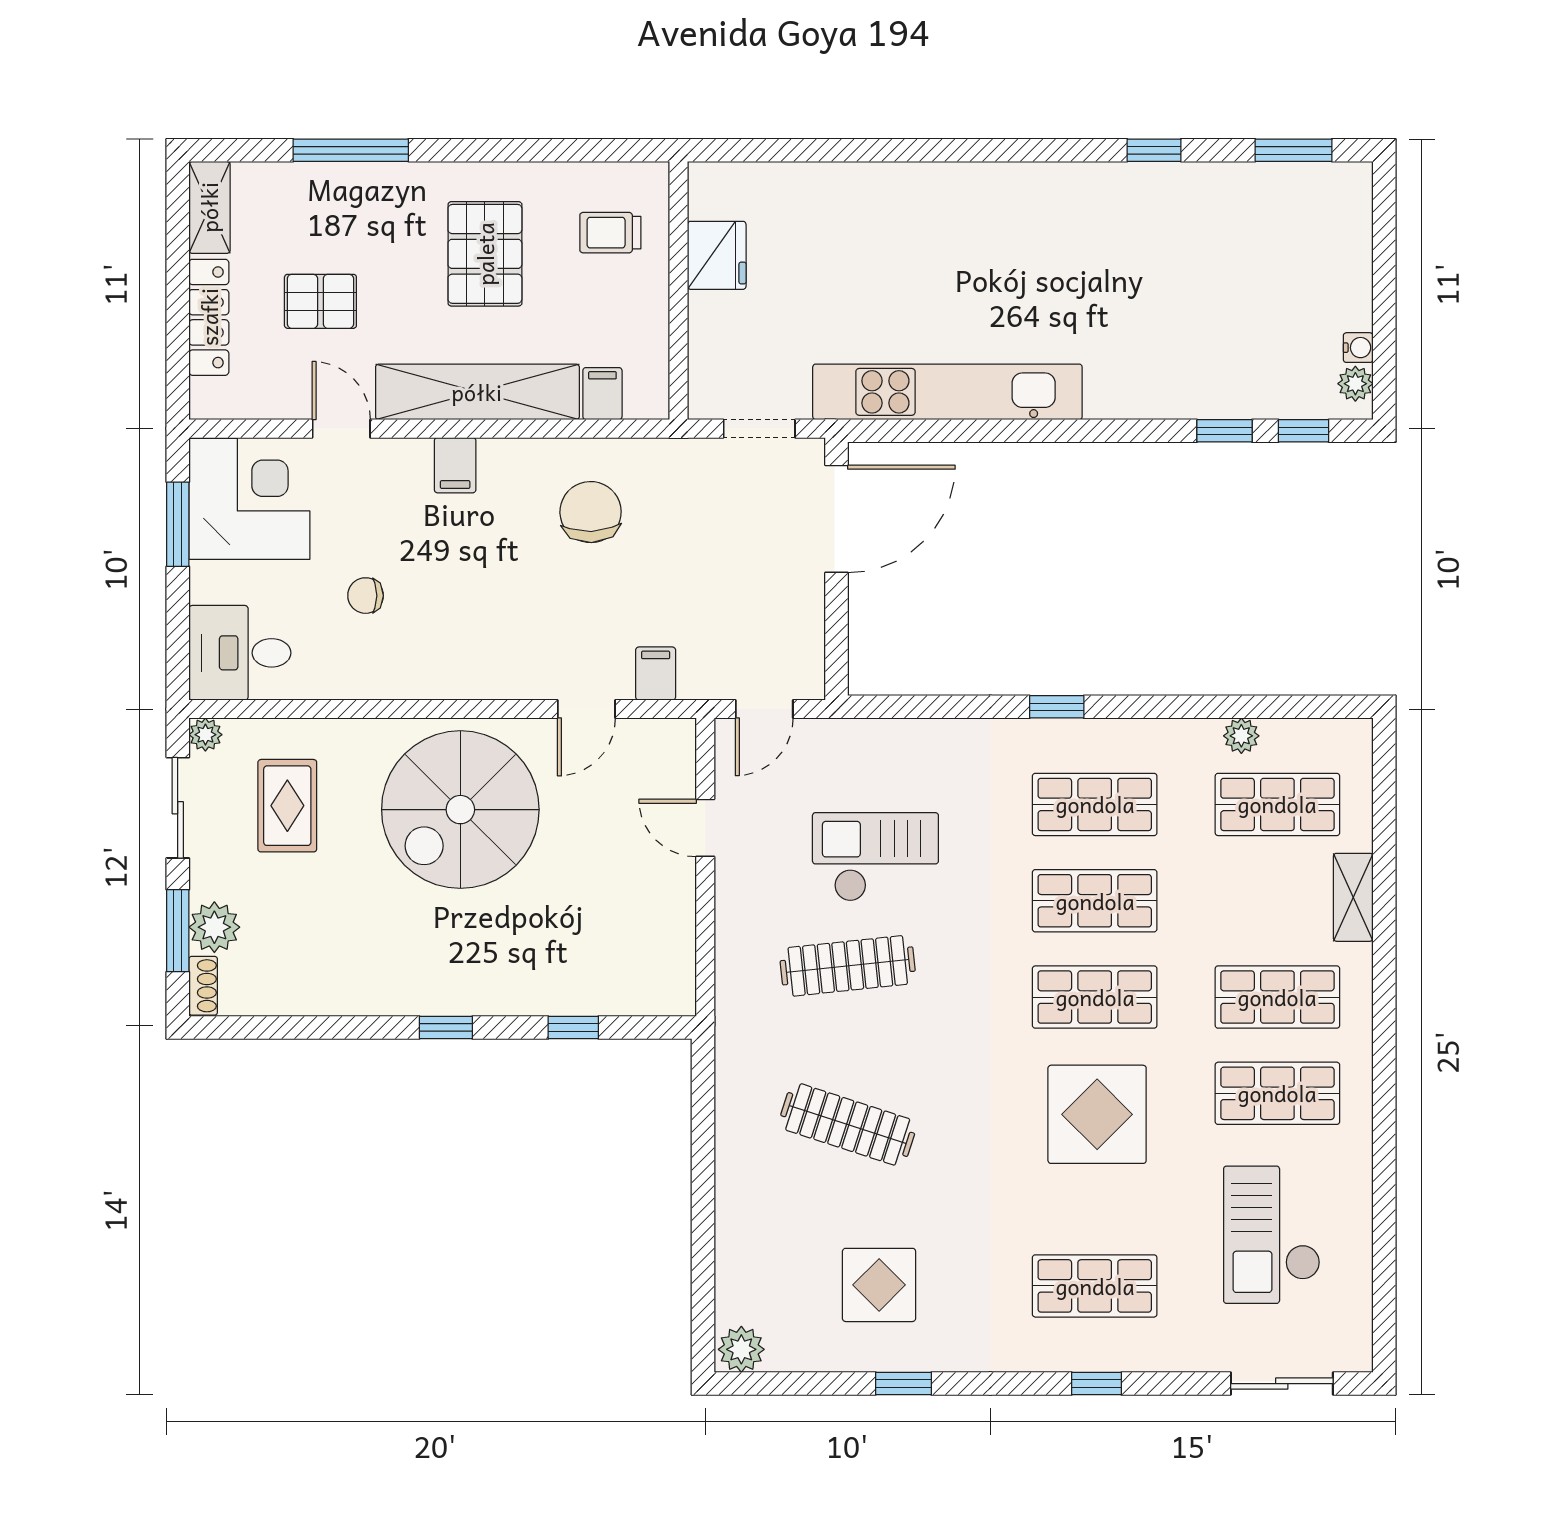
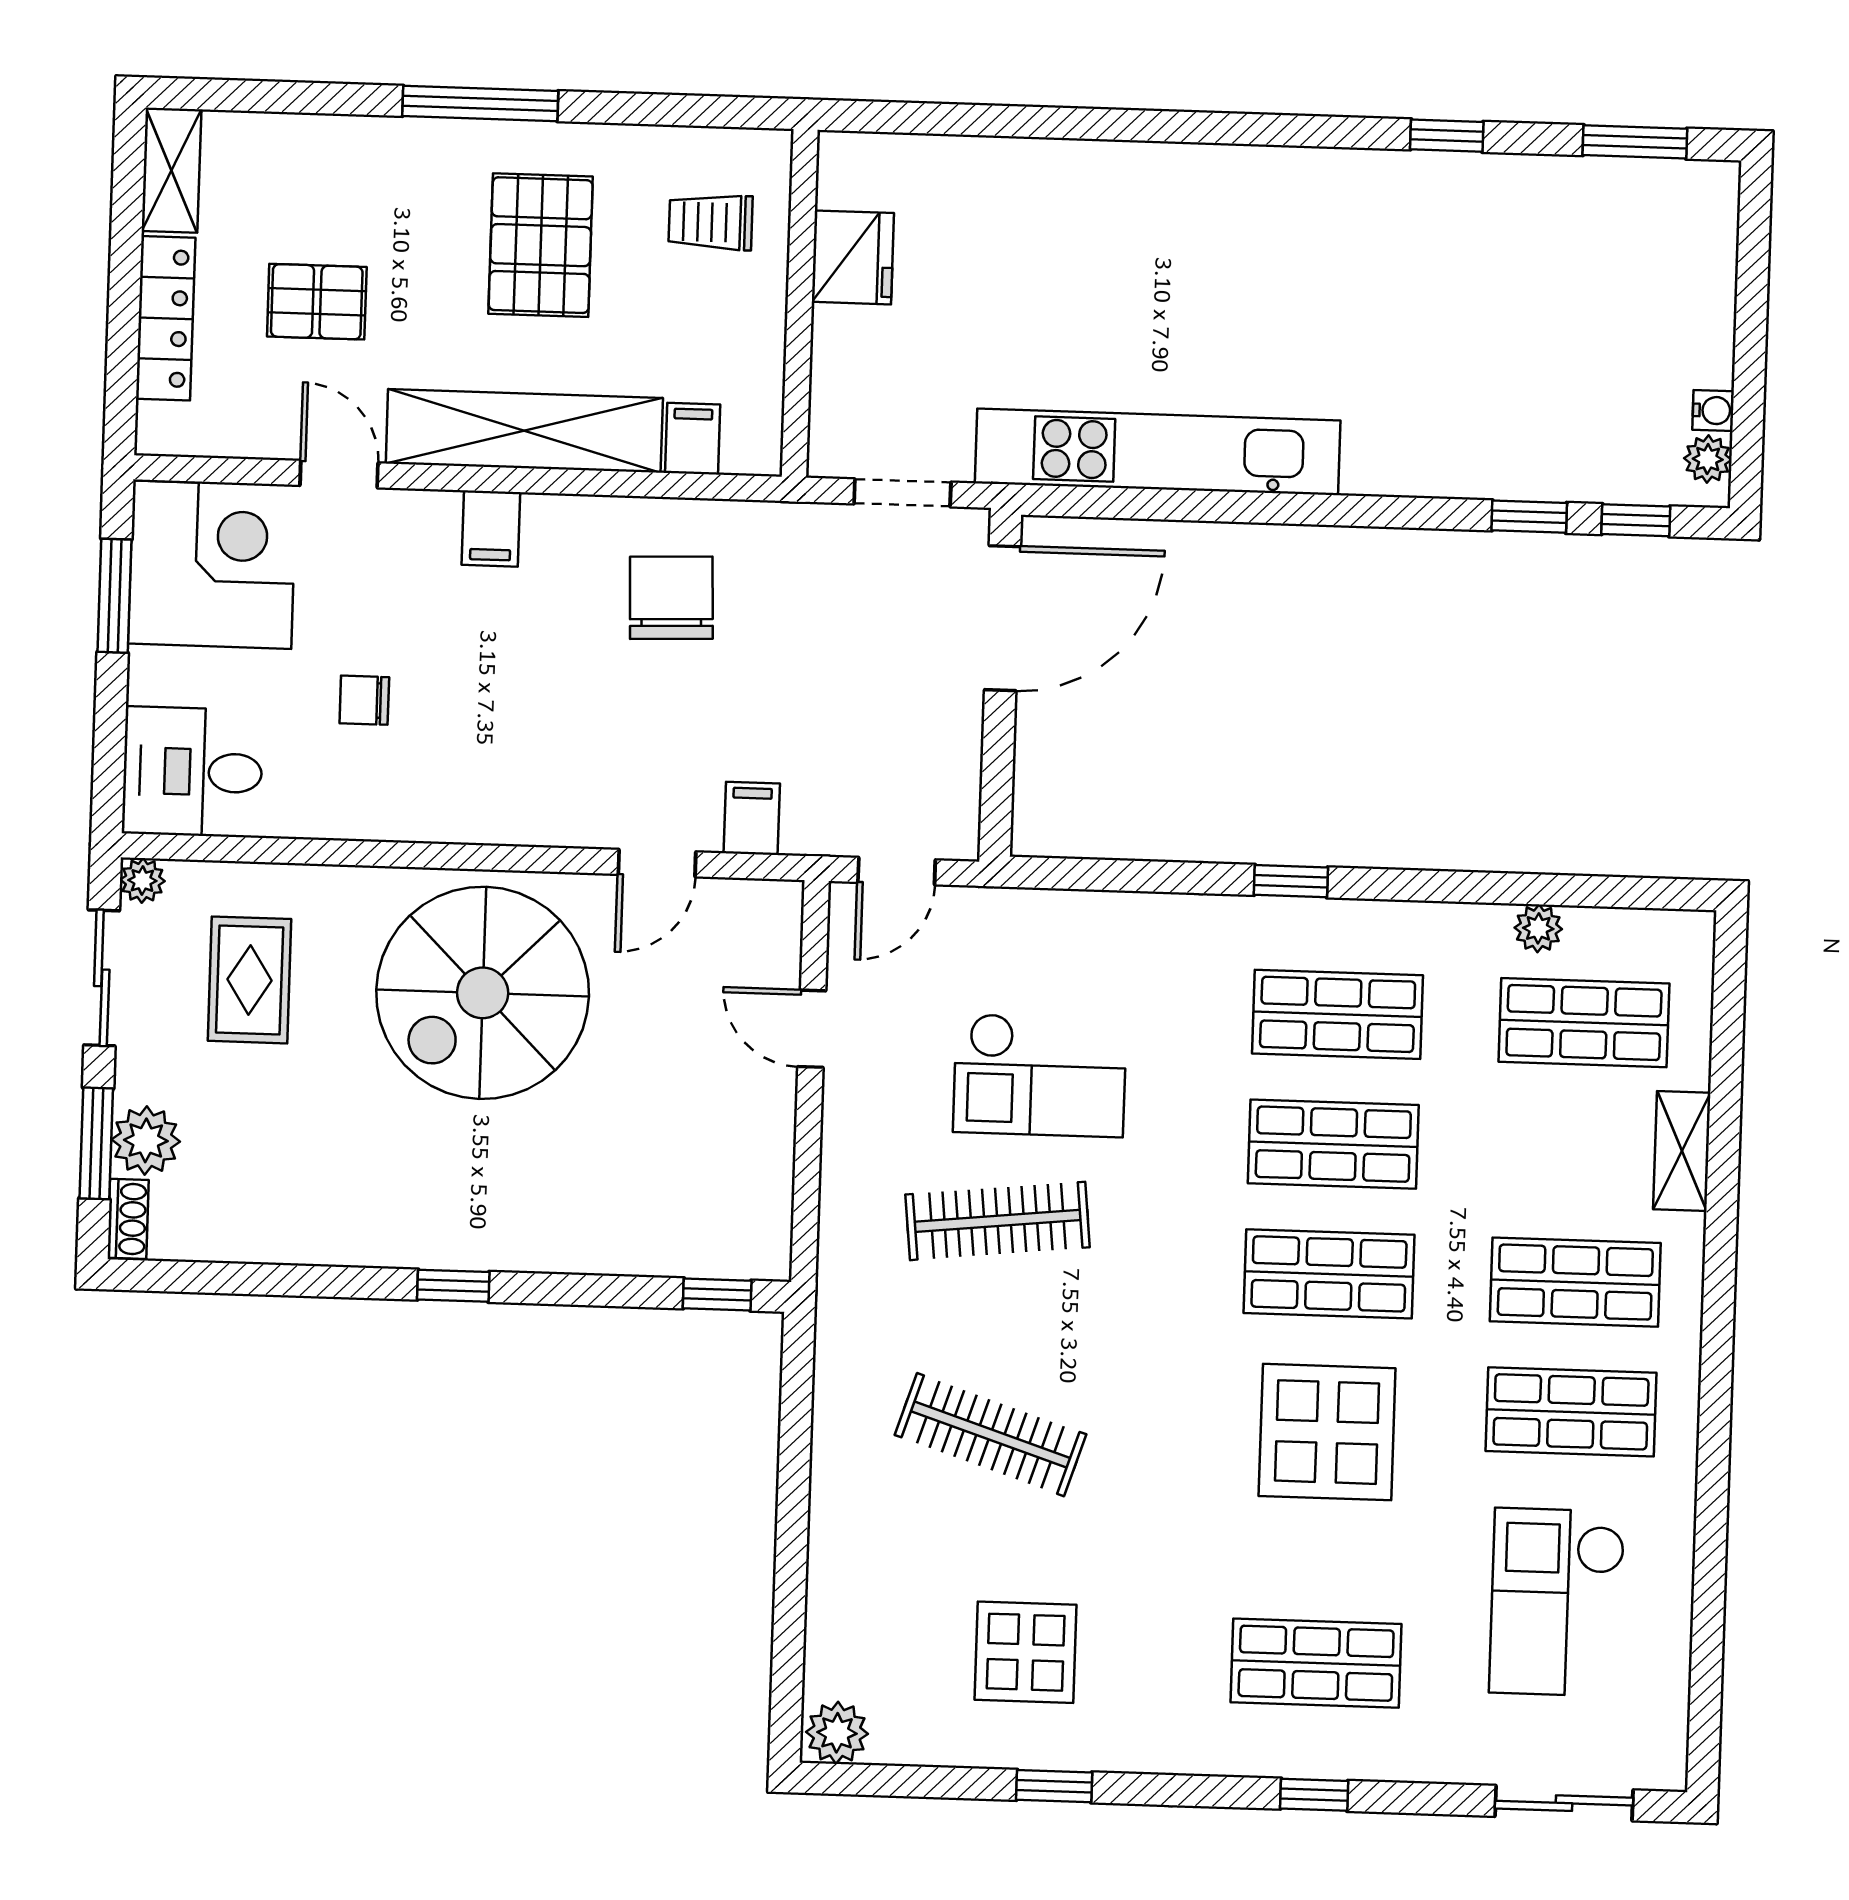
window: (351, 150) -> (480, 104), moved
checkout: (875, 857) -> (1040, 1075), turned 180
window: (573, 1027) -> (717, 1295), moved

